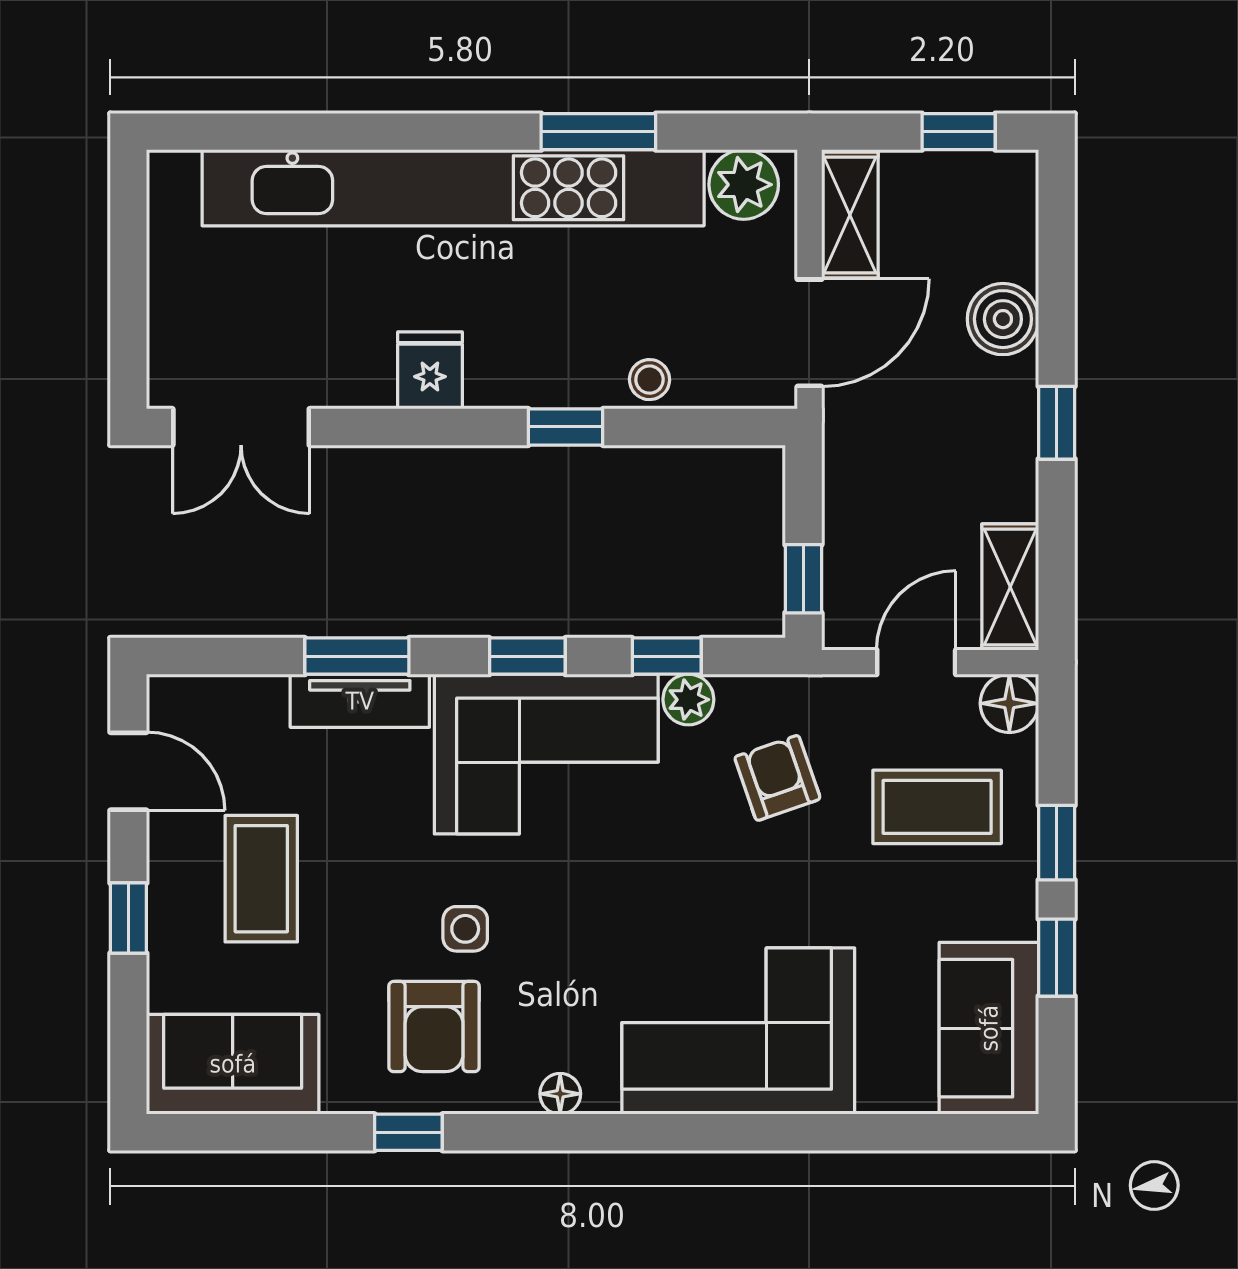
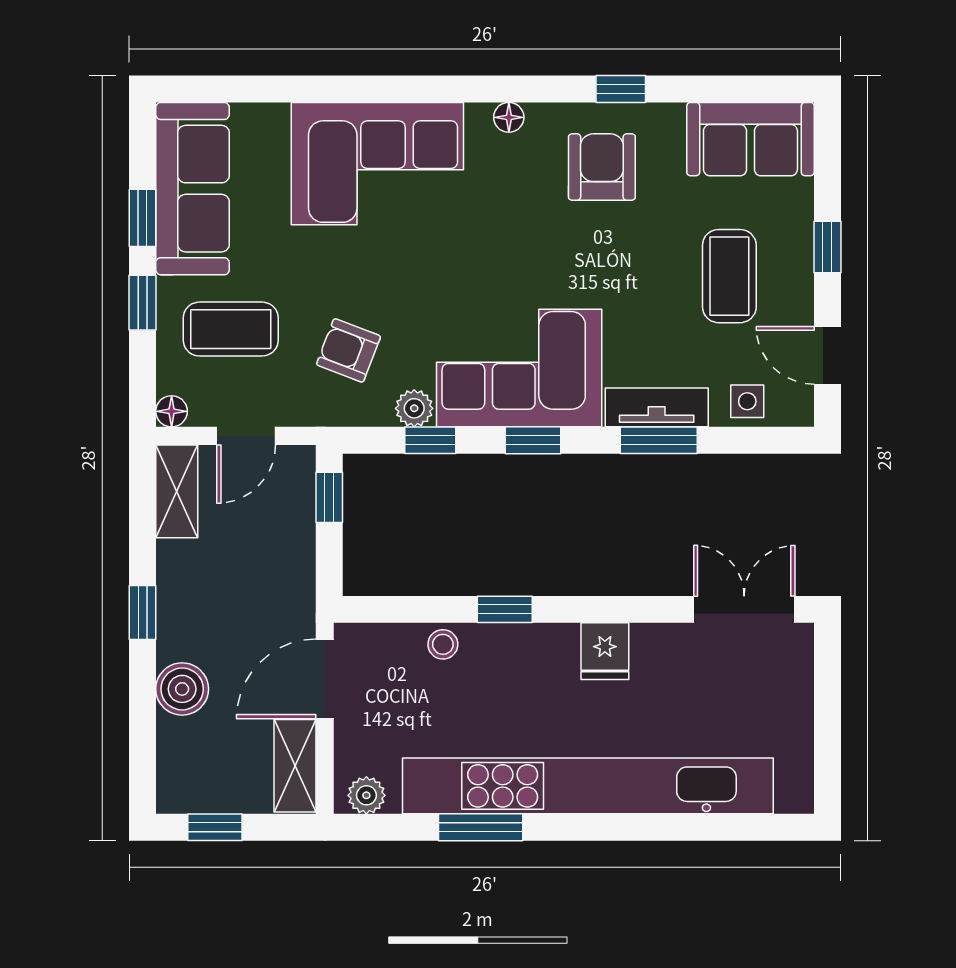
plant: (744, 185) -> (366, 795), width x0.73, depth x0.73
floor lamp: (1009, 703) -> (172, 411), width x0.73, depth x0.73
armchair: (777, 778) -> (349, 350), turned 130
side table: (465, 929) -> (747, 401), moved
sofa: (989, 1028) -> (193, 189), width x1.36

